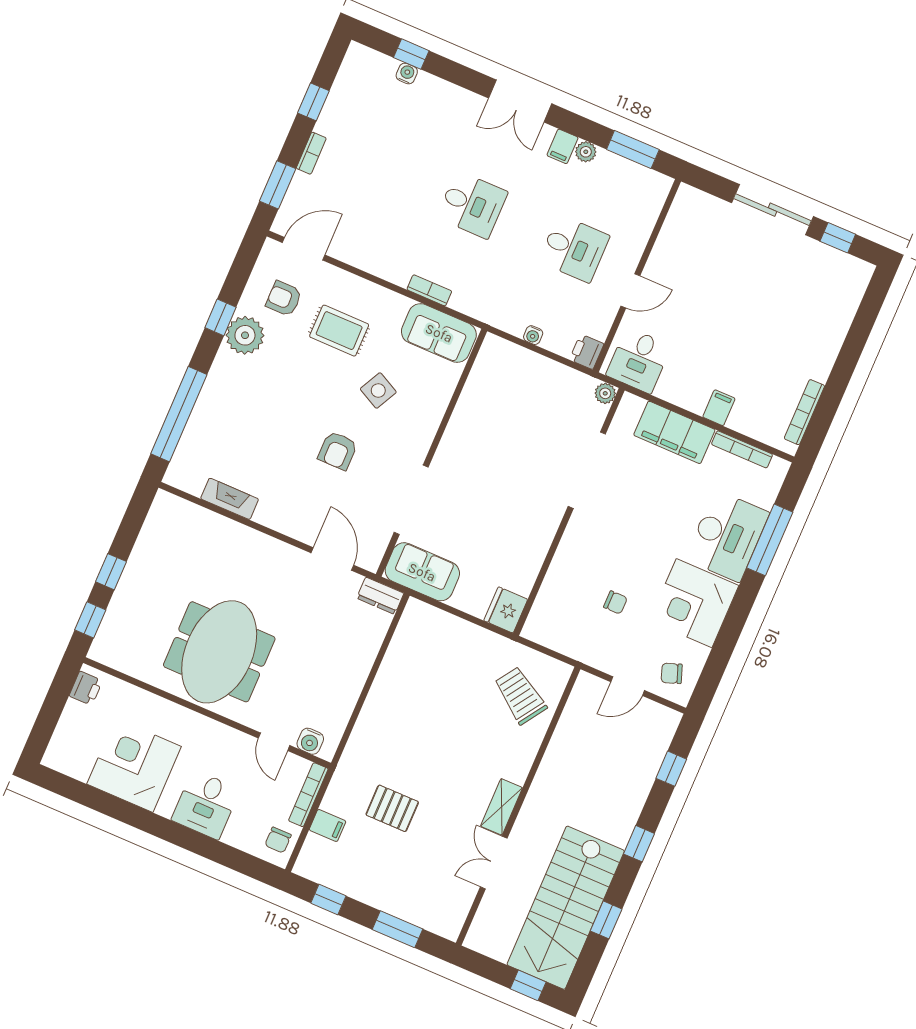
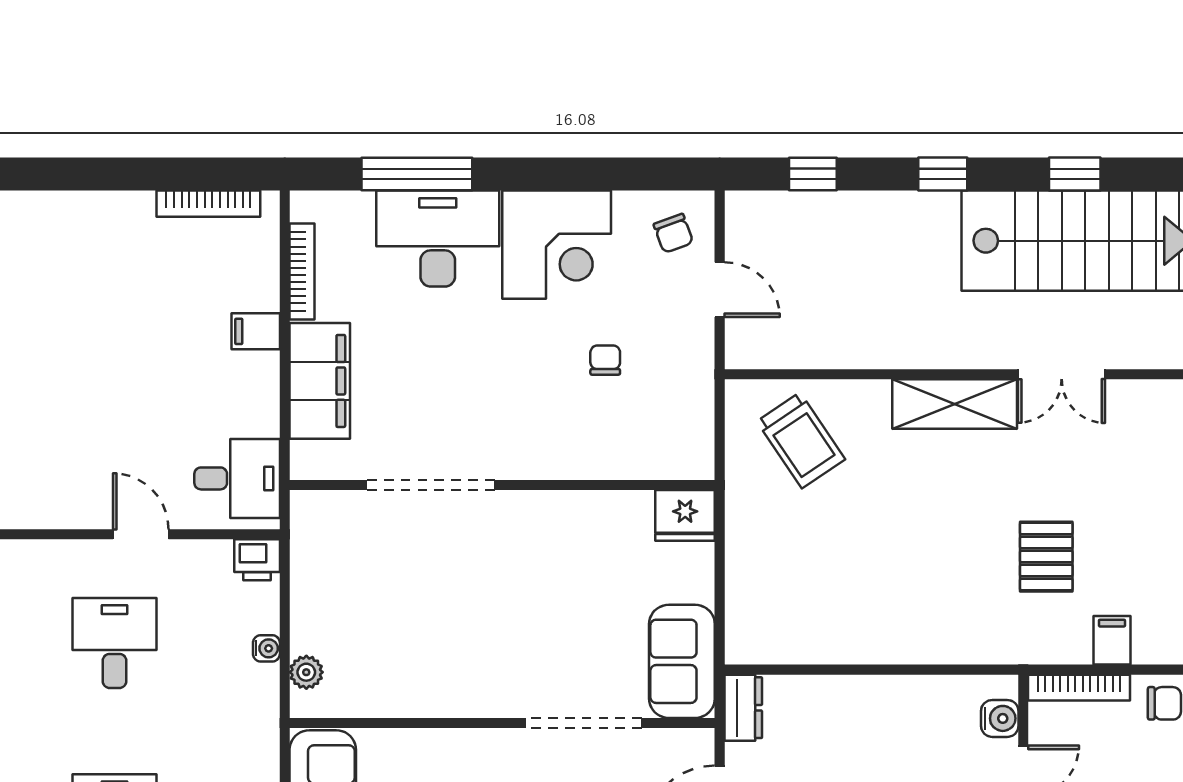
plant: (605, 393) -> (306, 672), moved
trolley: (520, 696) -> (801, 440), turned -68
shelving: (502, 807) -> (955, 404), width x1.50, depth x1.33

